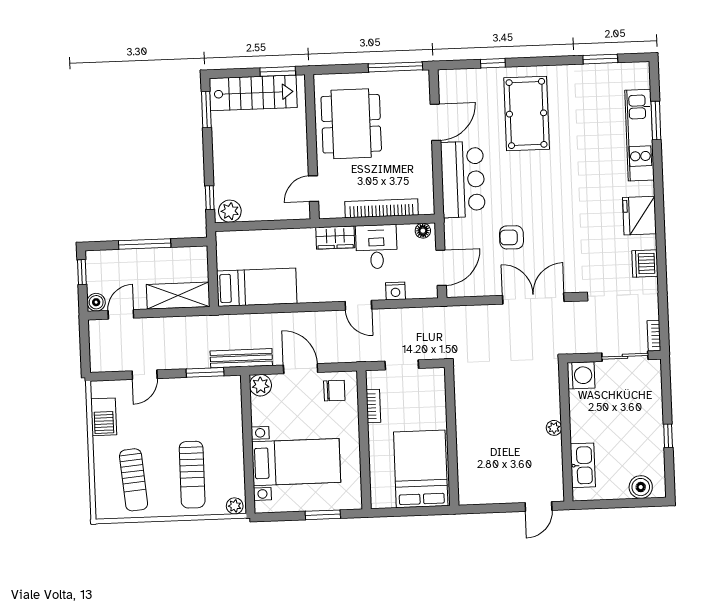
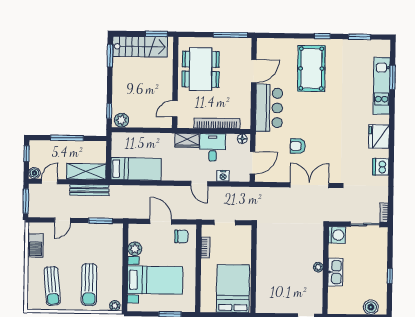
window: (493, 63) -> (322, 36), moved
window: (85, 347) -> (26, 201), added
bench: (241, 358) -> (89, 190), moved
plant: (260, 385) -> (135, 249), moved
kitchen sink: (583, 465) -> (335, 272), moved

